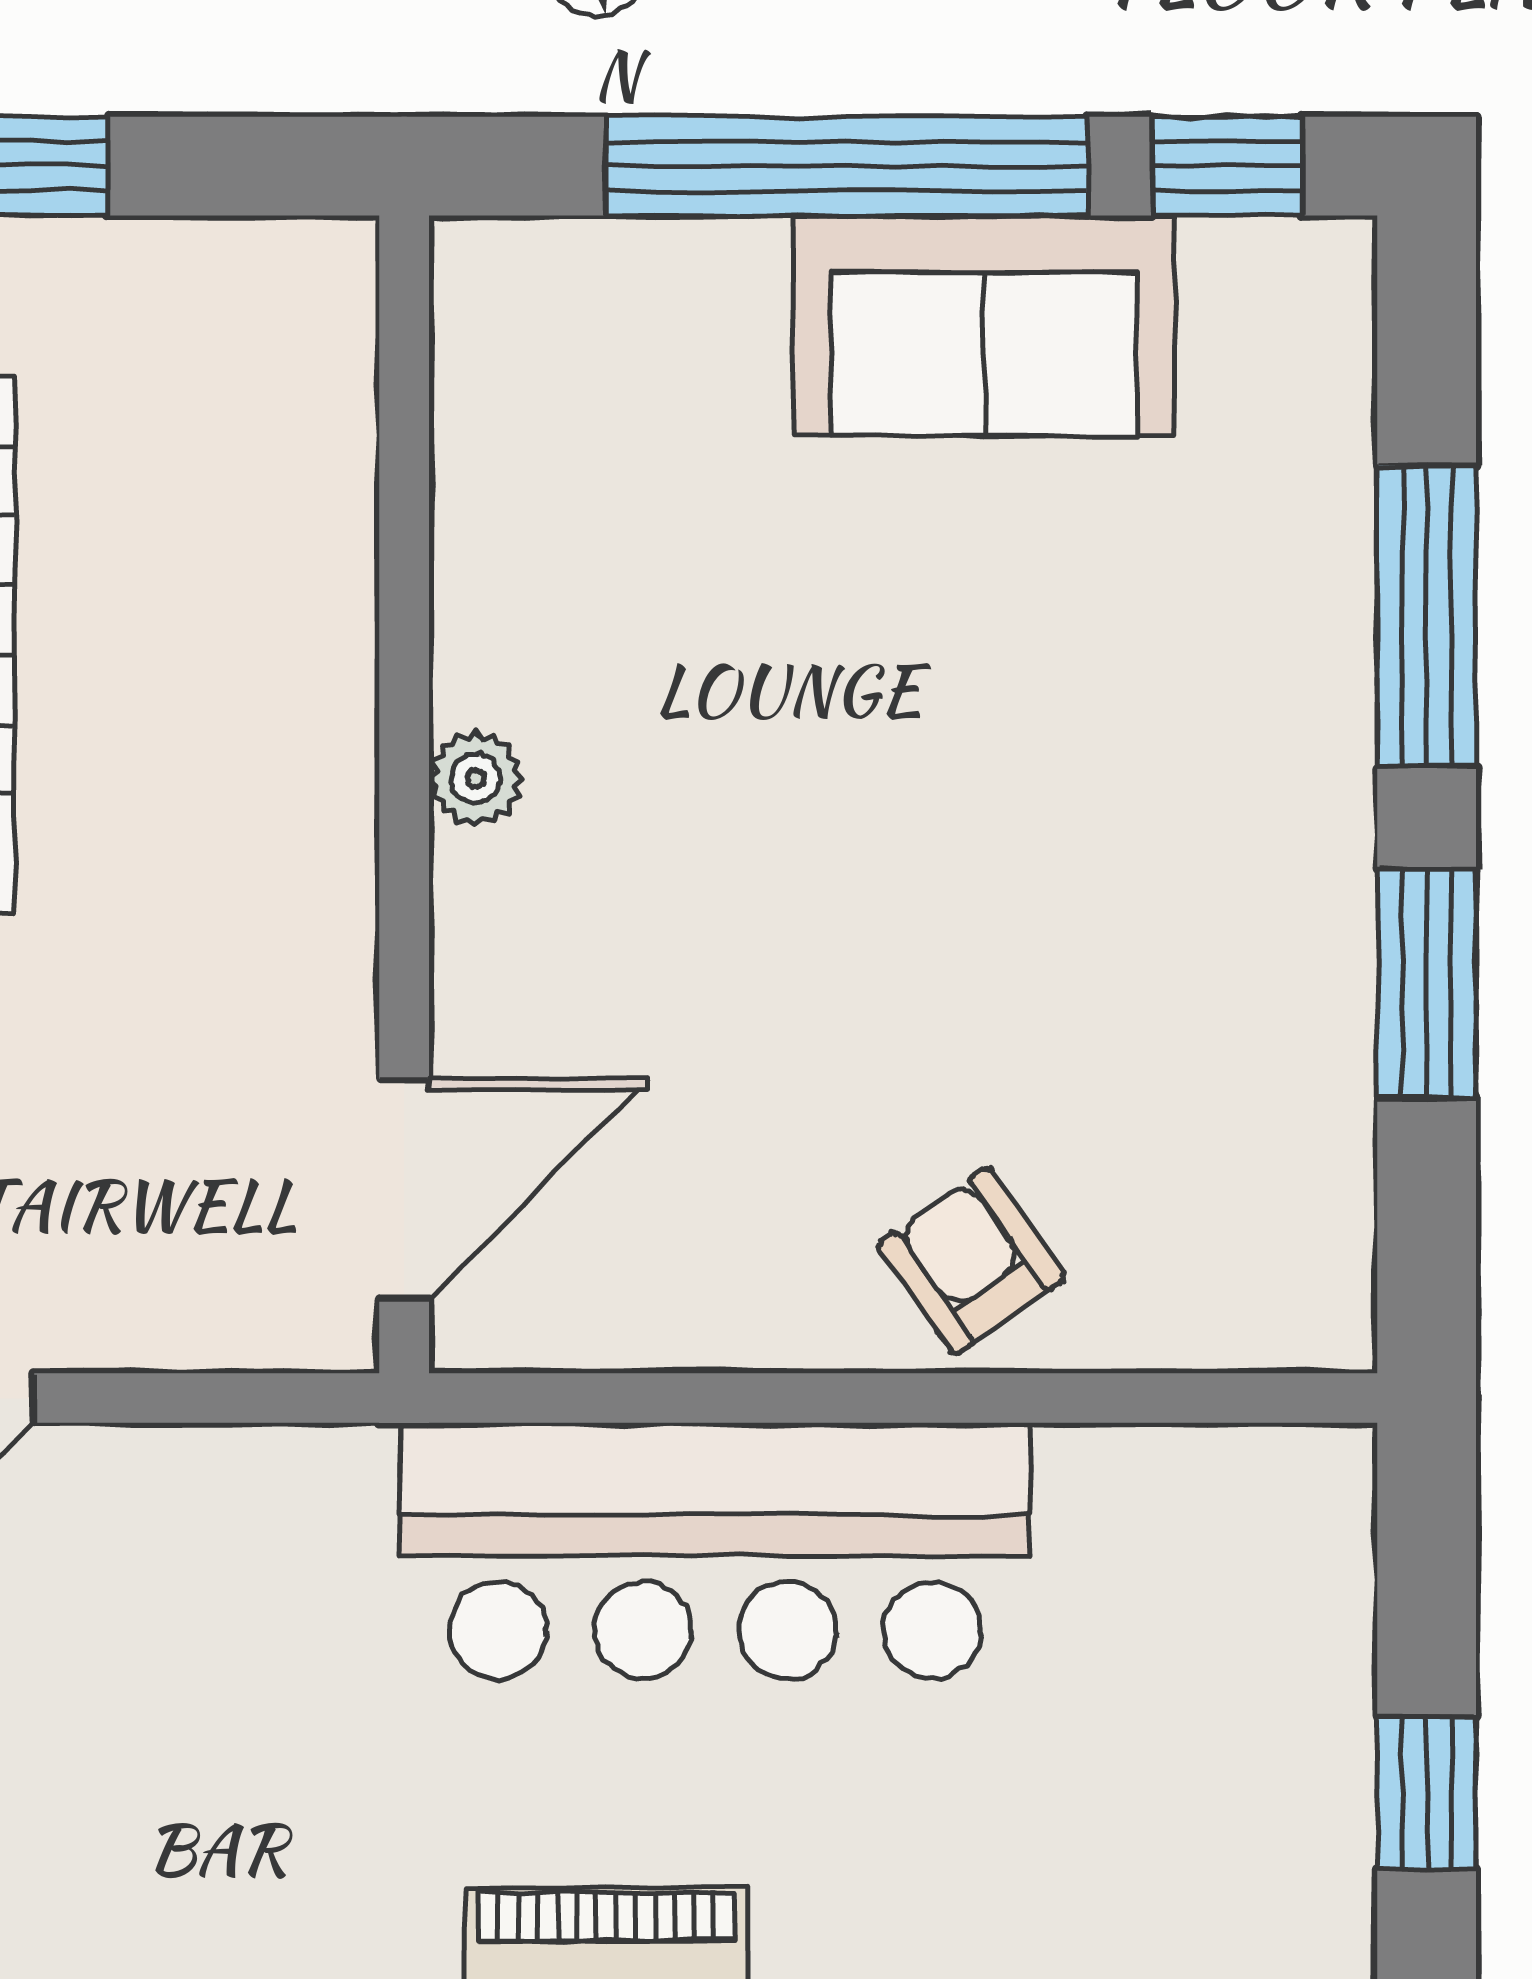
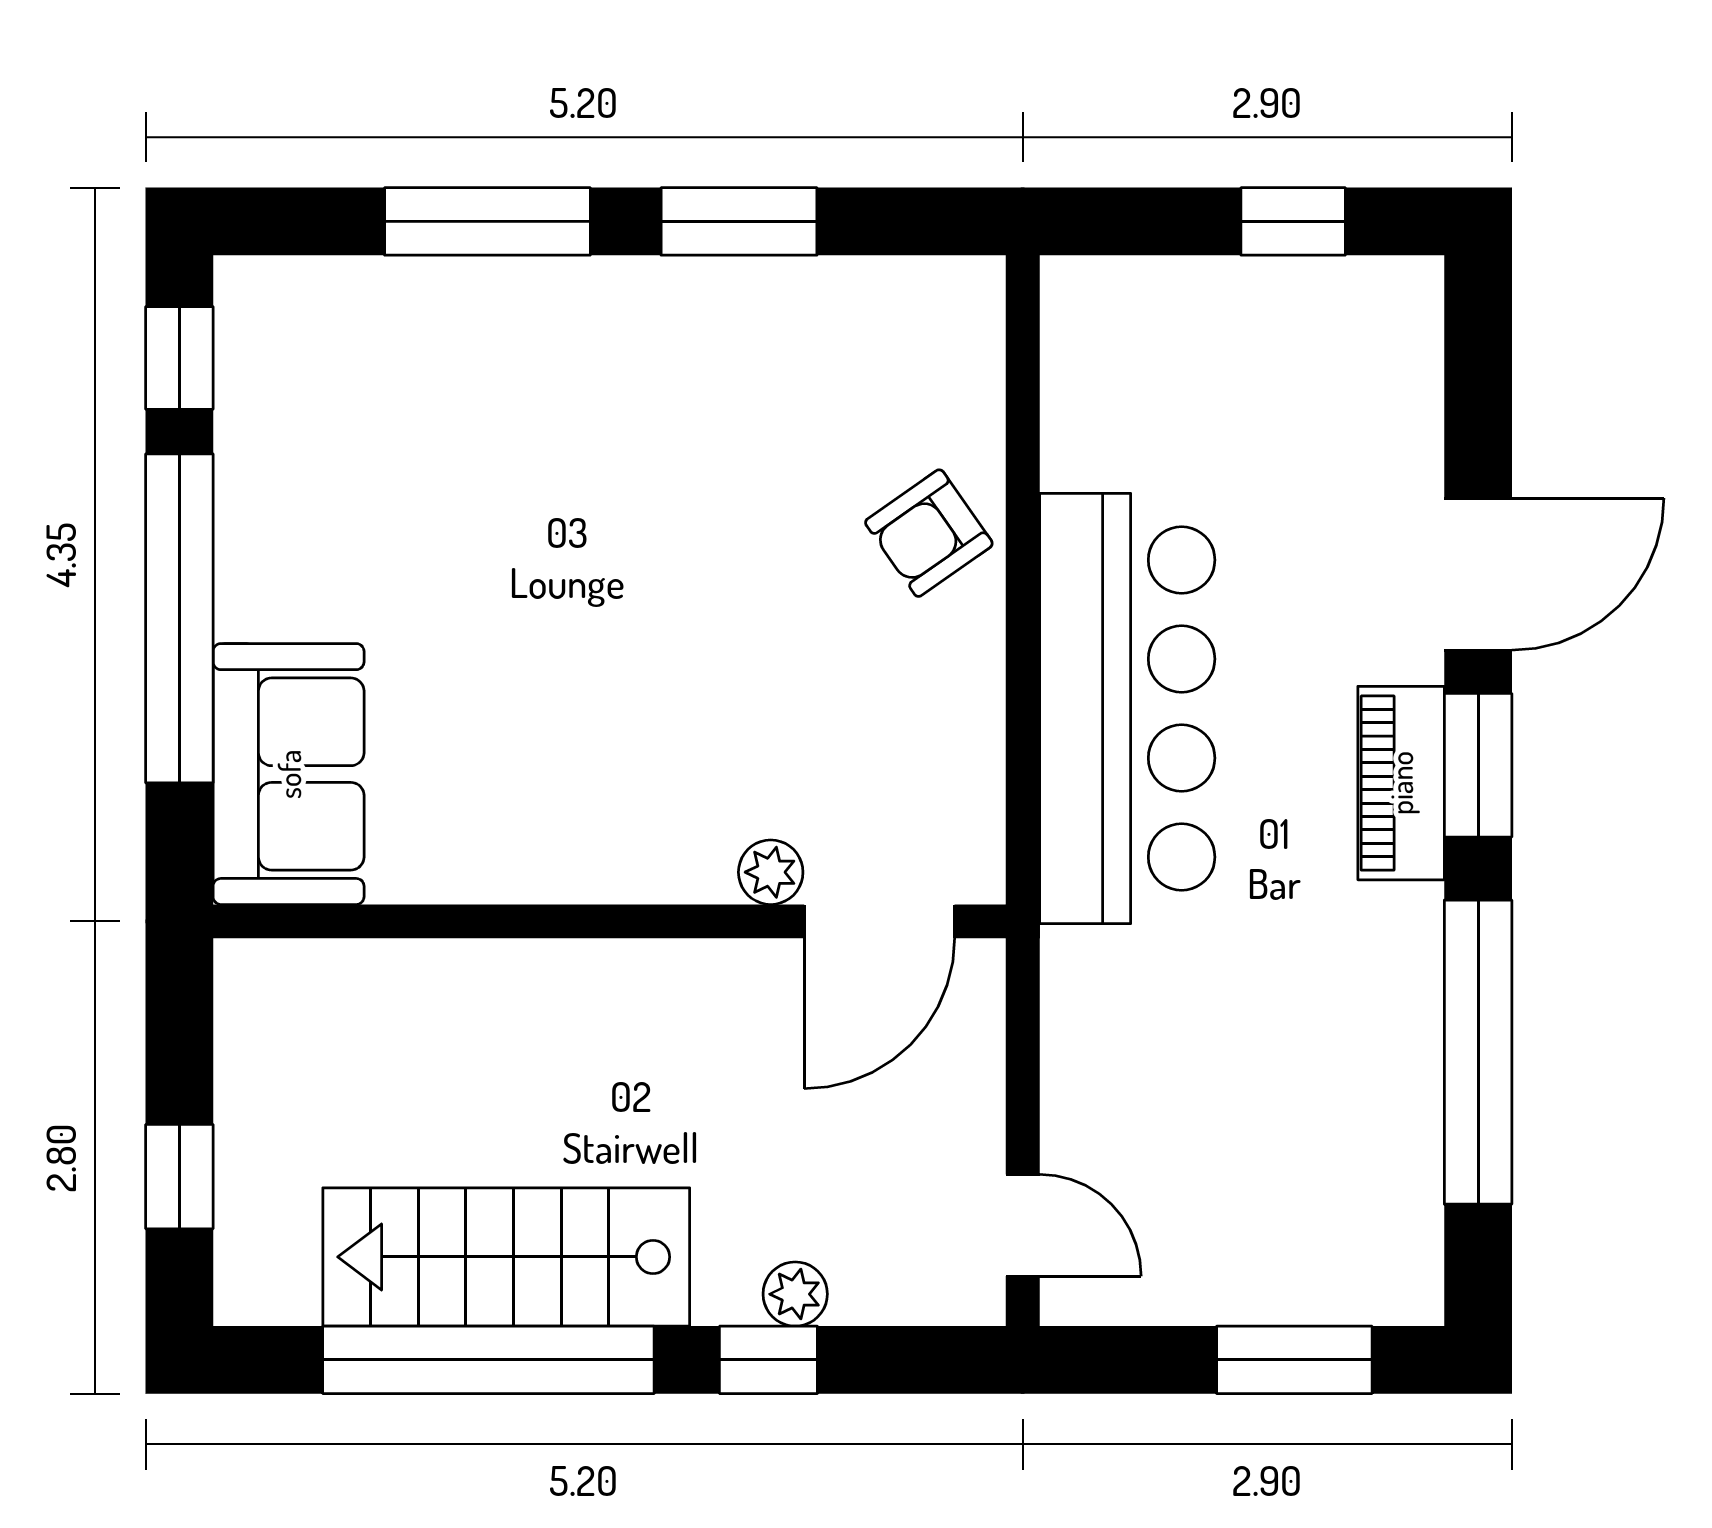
sofa: (984, 326) -> (289, 774), moved
plant: (476, 778) -> (771, 872), moved
door: (404, 1189) -> (879, 921), swing flipped

